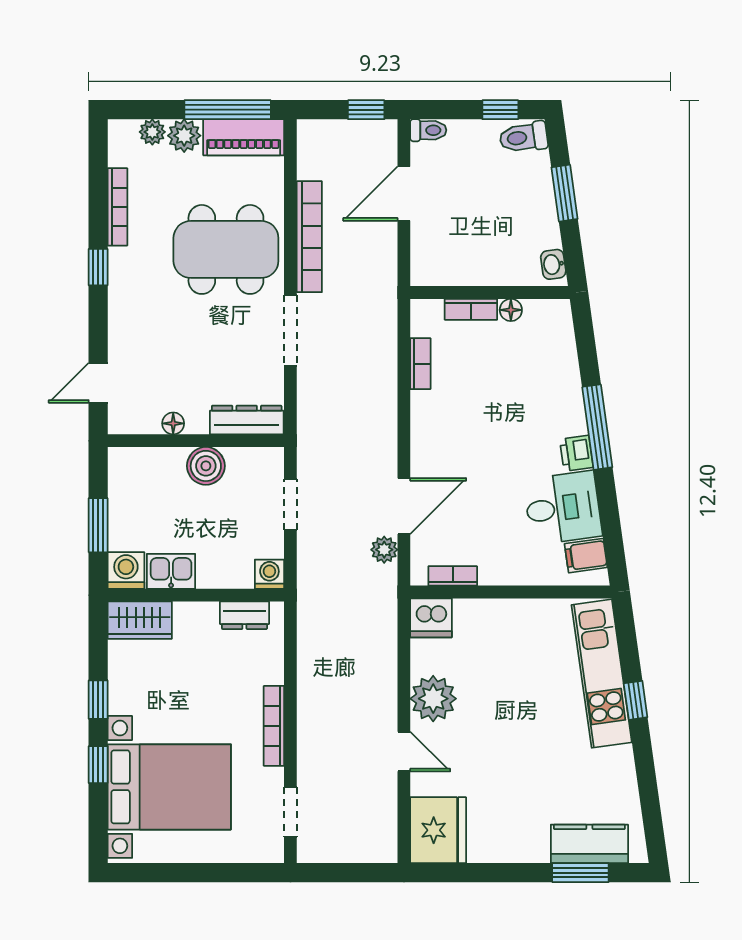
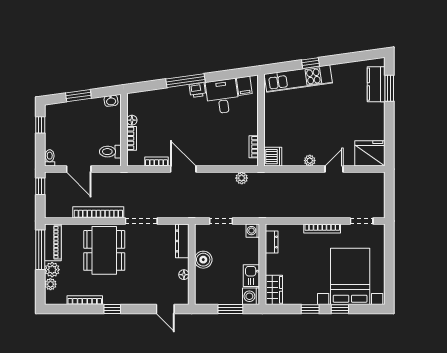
toilet: (524, 137) -> (110, 152), moved, turned 98
door: (404, 506) -> (183, 169), moved
plant: (433, 699) -> (310, 161), width x0.53, depth x0.53

